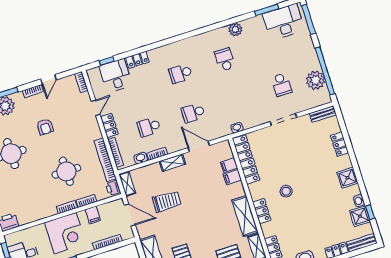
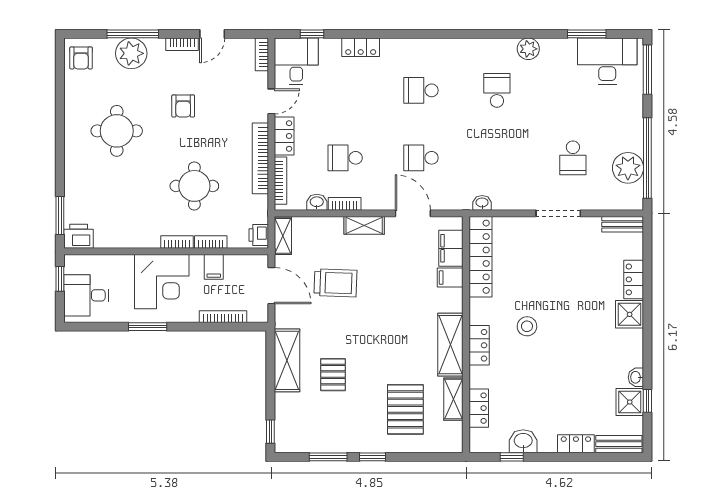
desk: (116, 76) -> (296, 61), moved
bookcase: (105, 160) -> (260, 158), moved
filing cabinet: (229, 165) -> (451, 248), width x2.00
shower: (348, 178) -> (630, 314), moved

